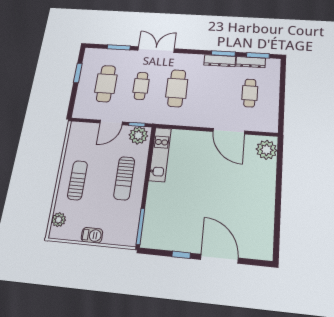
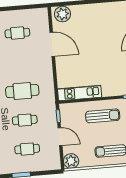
cafe table: (106, 84) -> (27, 149), width x0.73, depth x0.74
door: (229, 131) -> (52, 44), hinge flipped
plant: (138, 135) -> (71, 161), moved

